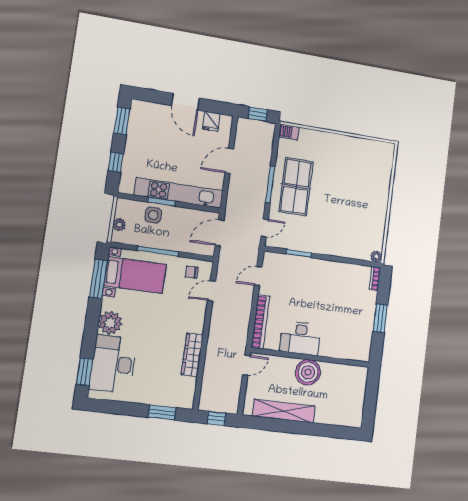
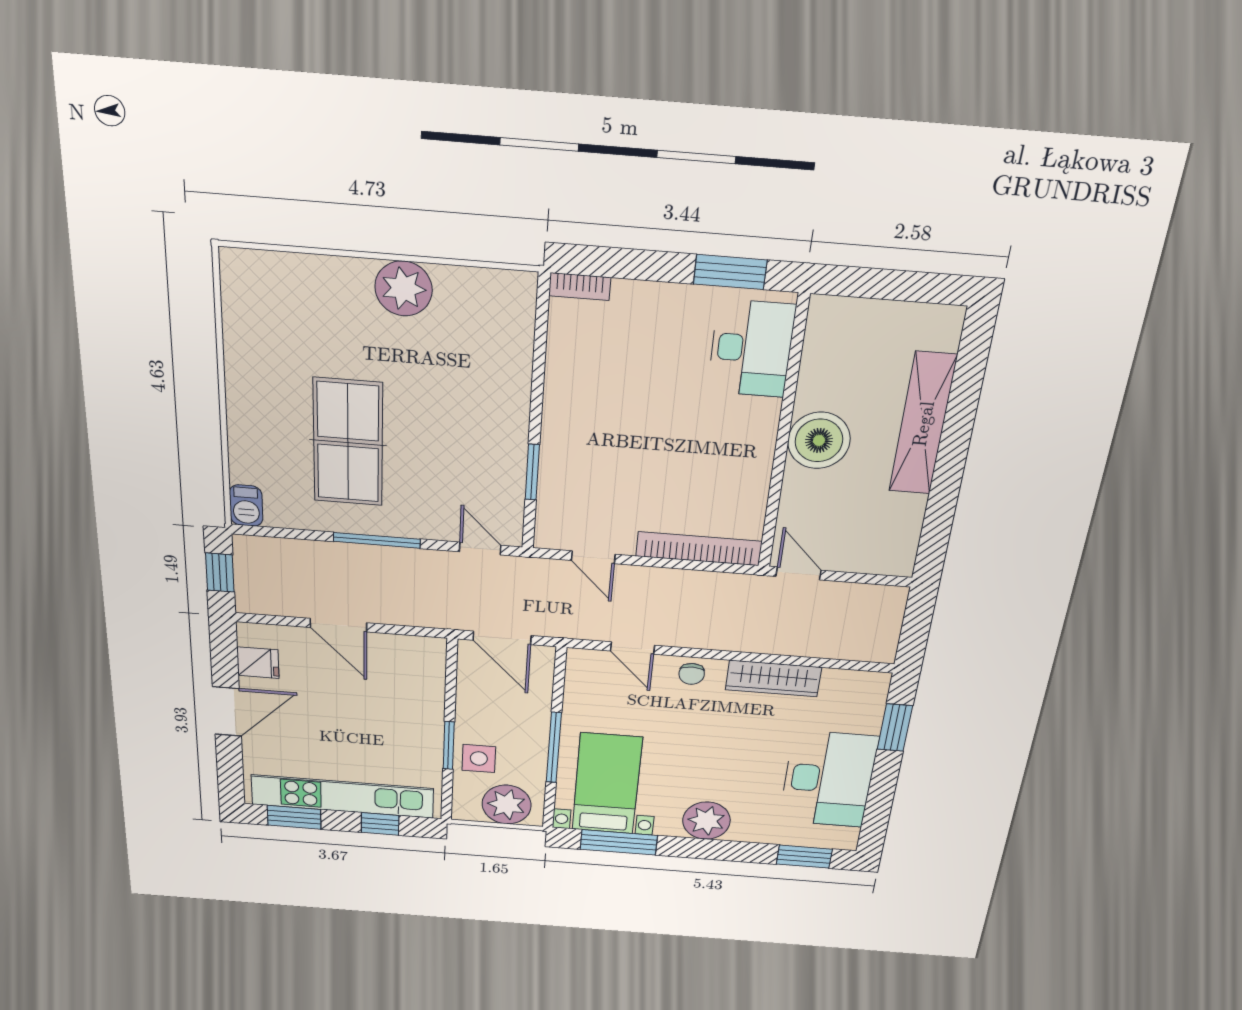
table tennis table: (296, 187) -> (348, 442), moved, turned 90
kitchen unit: (179, 193) -> (342, 796), moved, turned 90
plant: (119, 225) -> (507, 805), width x1.87, depth x1.87
plant: (376, 257) -> (404, 289), moved, width x1.88, depth x1.88
chair: (192, 272) -> (692, 674), moved
window: (380, 318) -> (730, 272), moved
desk: (300, 338) -> (751, 348), moved
desk: (113, 364) -> (828, 779), moved, turned -90
shelving: (284, 411) -> (923, 424), moved
window: (217, 418) -> (916, 628), removed

